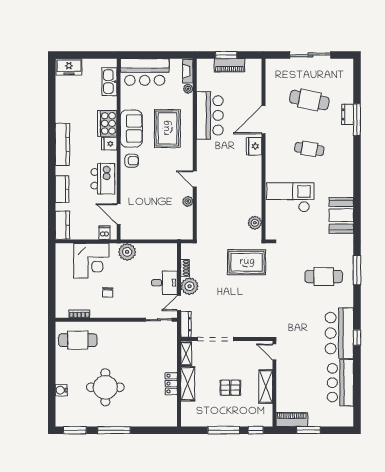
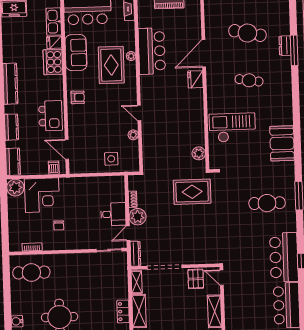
plant: (188, 89) -> (131, 56), moved
sofa: (131, 129) -> (76, 53), moved
fridge: (109, 144) -> (54, 42), moved
side table: (164, 225) -> (111, 159), added
plant: (127, 252) -> (15, 188), moved
pallet: (230, 388) -> (196, 279), moved, turned 90

